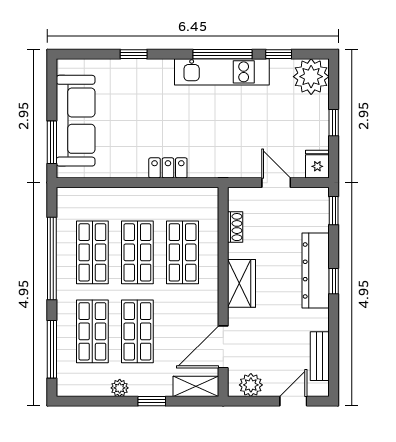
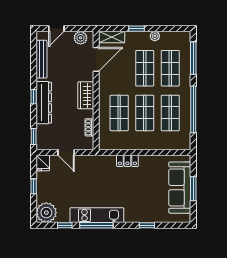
window: (52, 142) -> (193, 189), moved
bench: (320, 356) -> (41, 59), width x1.36

